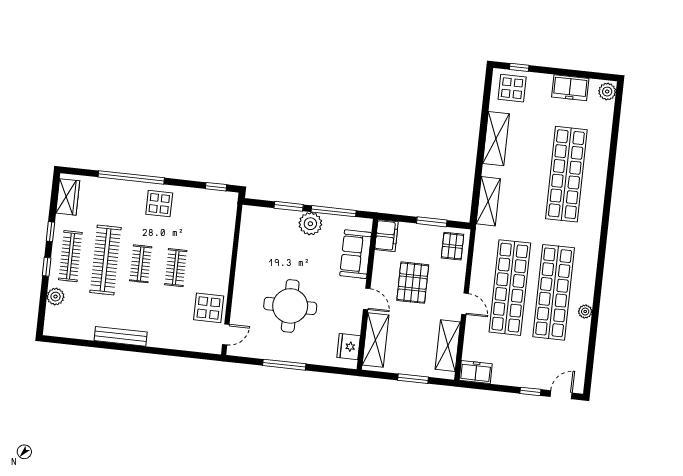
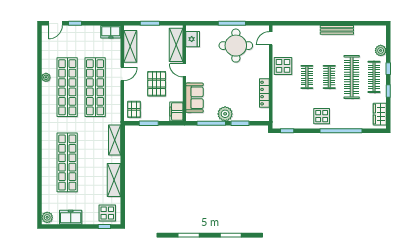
locker: (245, 250) -> (264, 93), added
door: (465, 304) -> (122, 74), swing flipped
round table: (290, 306) -> (236, 46), moved
display table: (209, 308) -> (283, 66), moved

